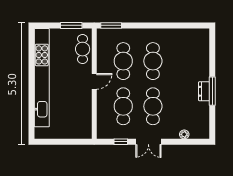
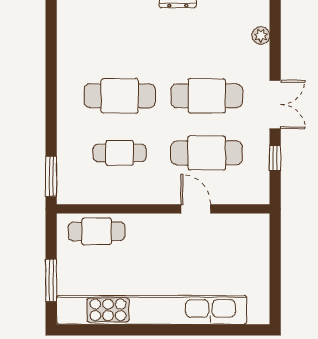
window: (71, 25) -> (51, 280), moved
cafe table: (123, 61) -> (120, 153), width x0.73, depth x0.74
door: (94, 81) -> (196, 209), moved

